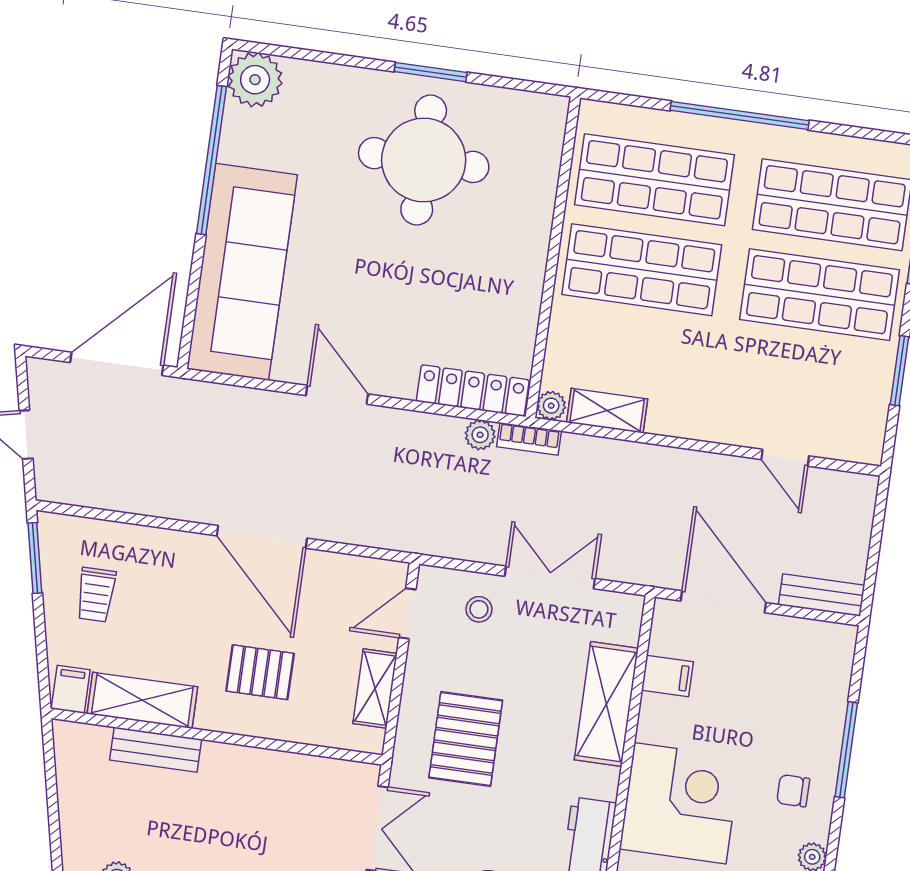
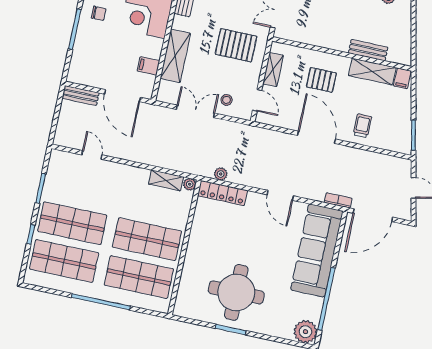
bookcase: (529, 439) -> (338, 200), moved
double door: (550, 577) -> (195, 111), swing flipped
trolley: (96, 595) -> (362, 126), moved
door: (407, 613) -> (257, 100), hinge flipped
pallet: (466, 739) -> (236, 45), turned 90

